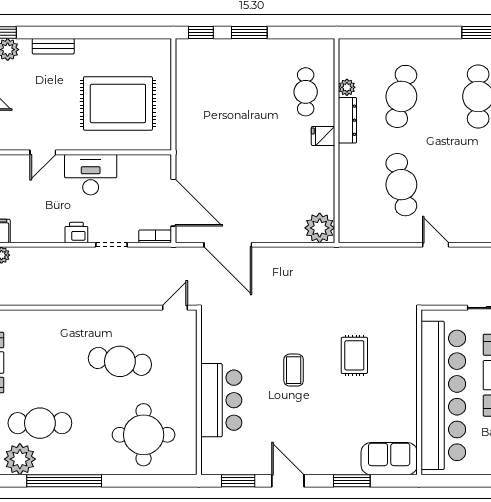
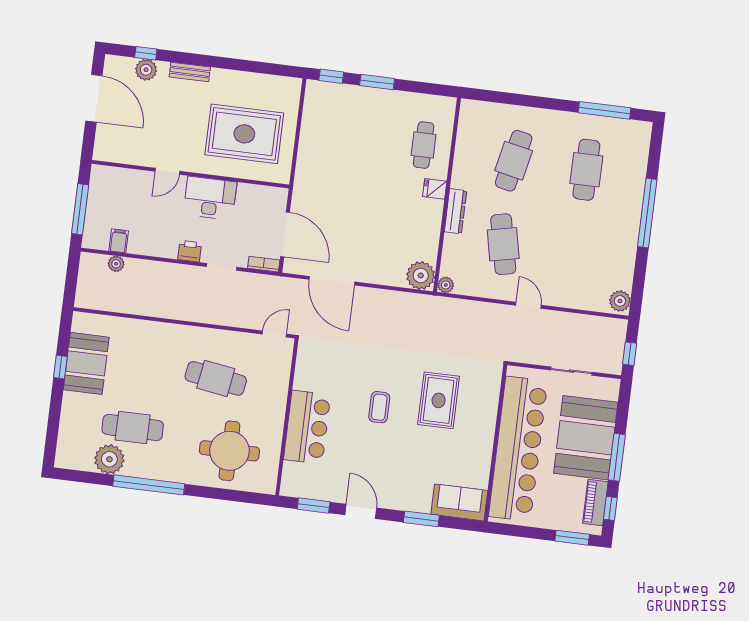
plant: (347, 87) -> (446, 285), moved
dresser: (347, 120) -> (455, 211), moved
rug: (354, 355) -> (439, 400), width x1.36, depth x1.43

